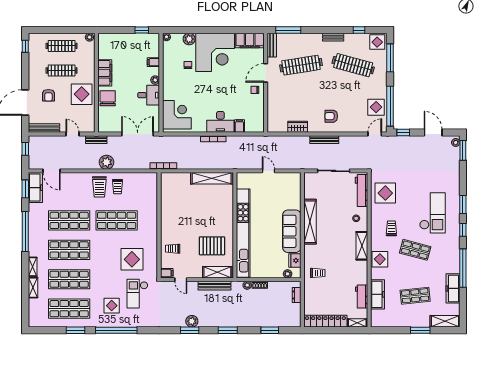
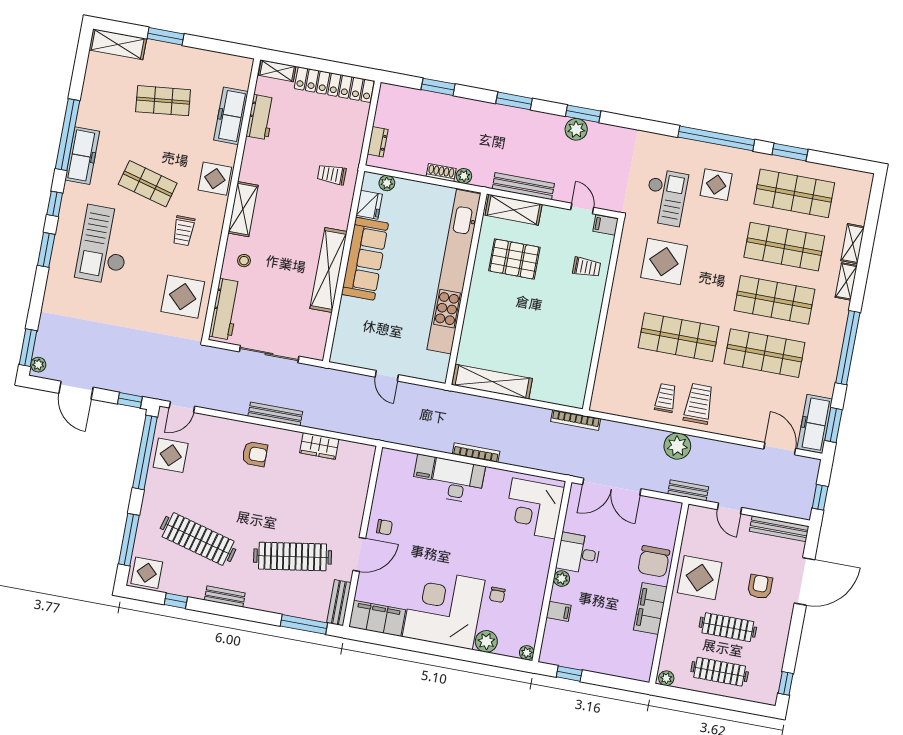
freezer: (453, 288) -> (82, 156), moved

